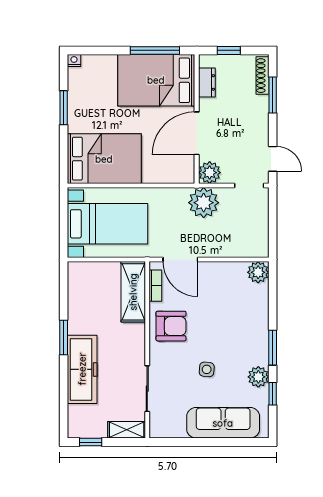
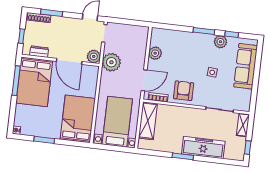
plant: (258, 272) -> (155, 53), moved
shelving: (133, 292) -> (148, 121), moved, turned 90

